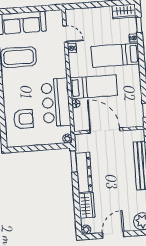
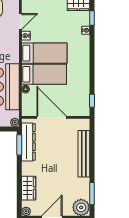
door: (65, 34) -> (20, 21), hinge flipped
bed: (115, 55) -> (44, 53), moved, turned 180
dresser: (84, 172) -> (28, 142), moved

